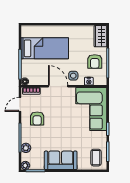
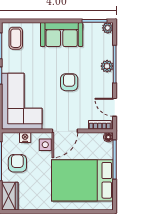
bed: (45, 48) -> (82, 180), width x1.50
door: (58, 86) -> (65, 131), hinge flipped
door: (20, 104) -> (115, 107), swing flipped
armchair: (37, 119) -> (69, 82), moved
plant: (26, 148) -> (107, 66), moved

